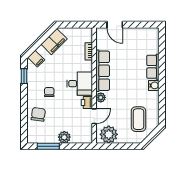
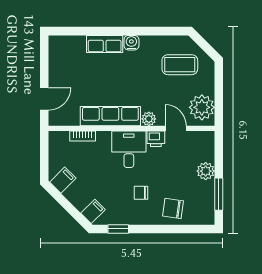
filing cabinet: (54, 42) -> (63, 180), width x0.50

